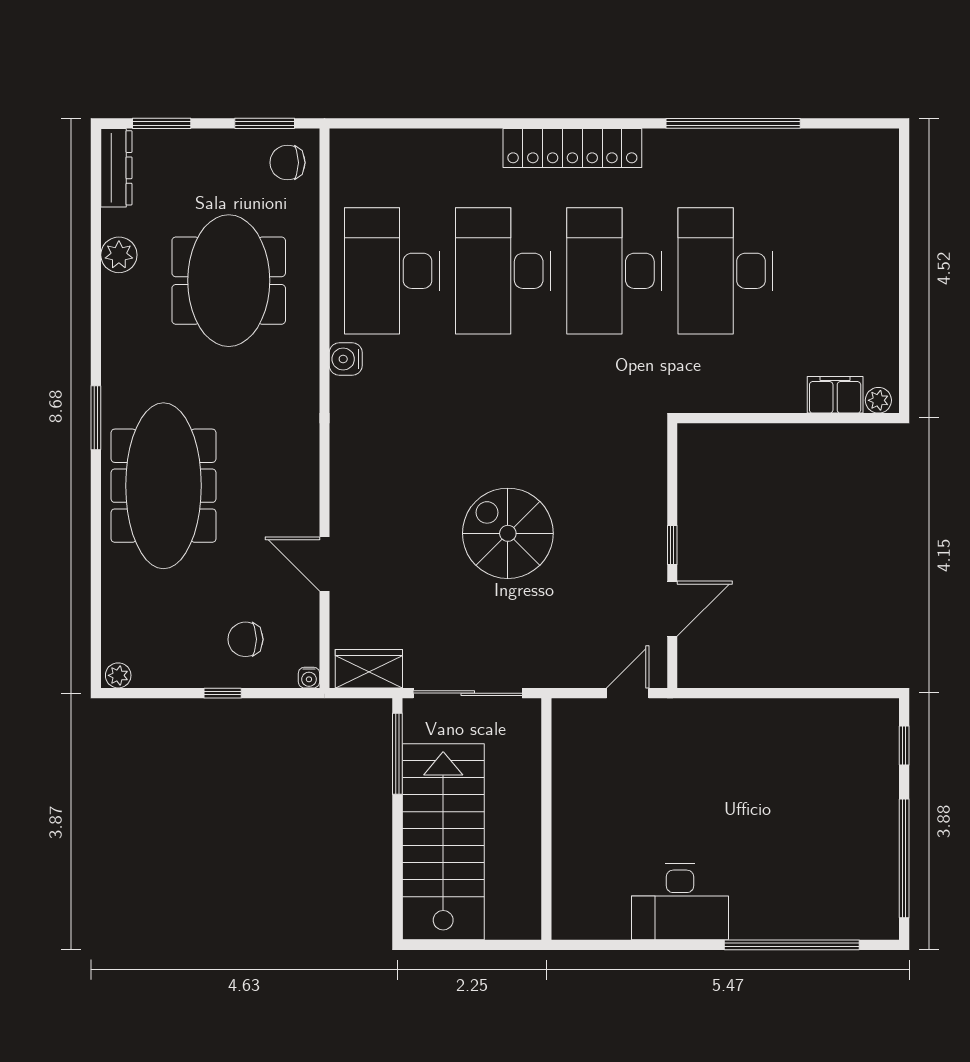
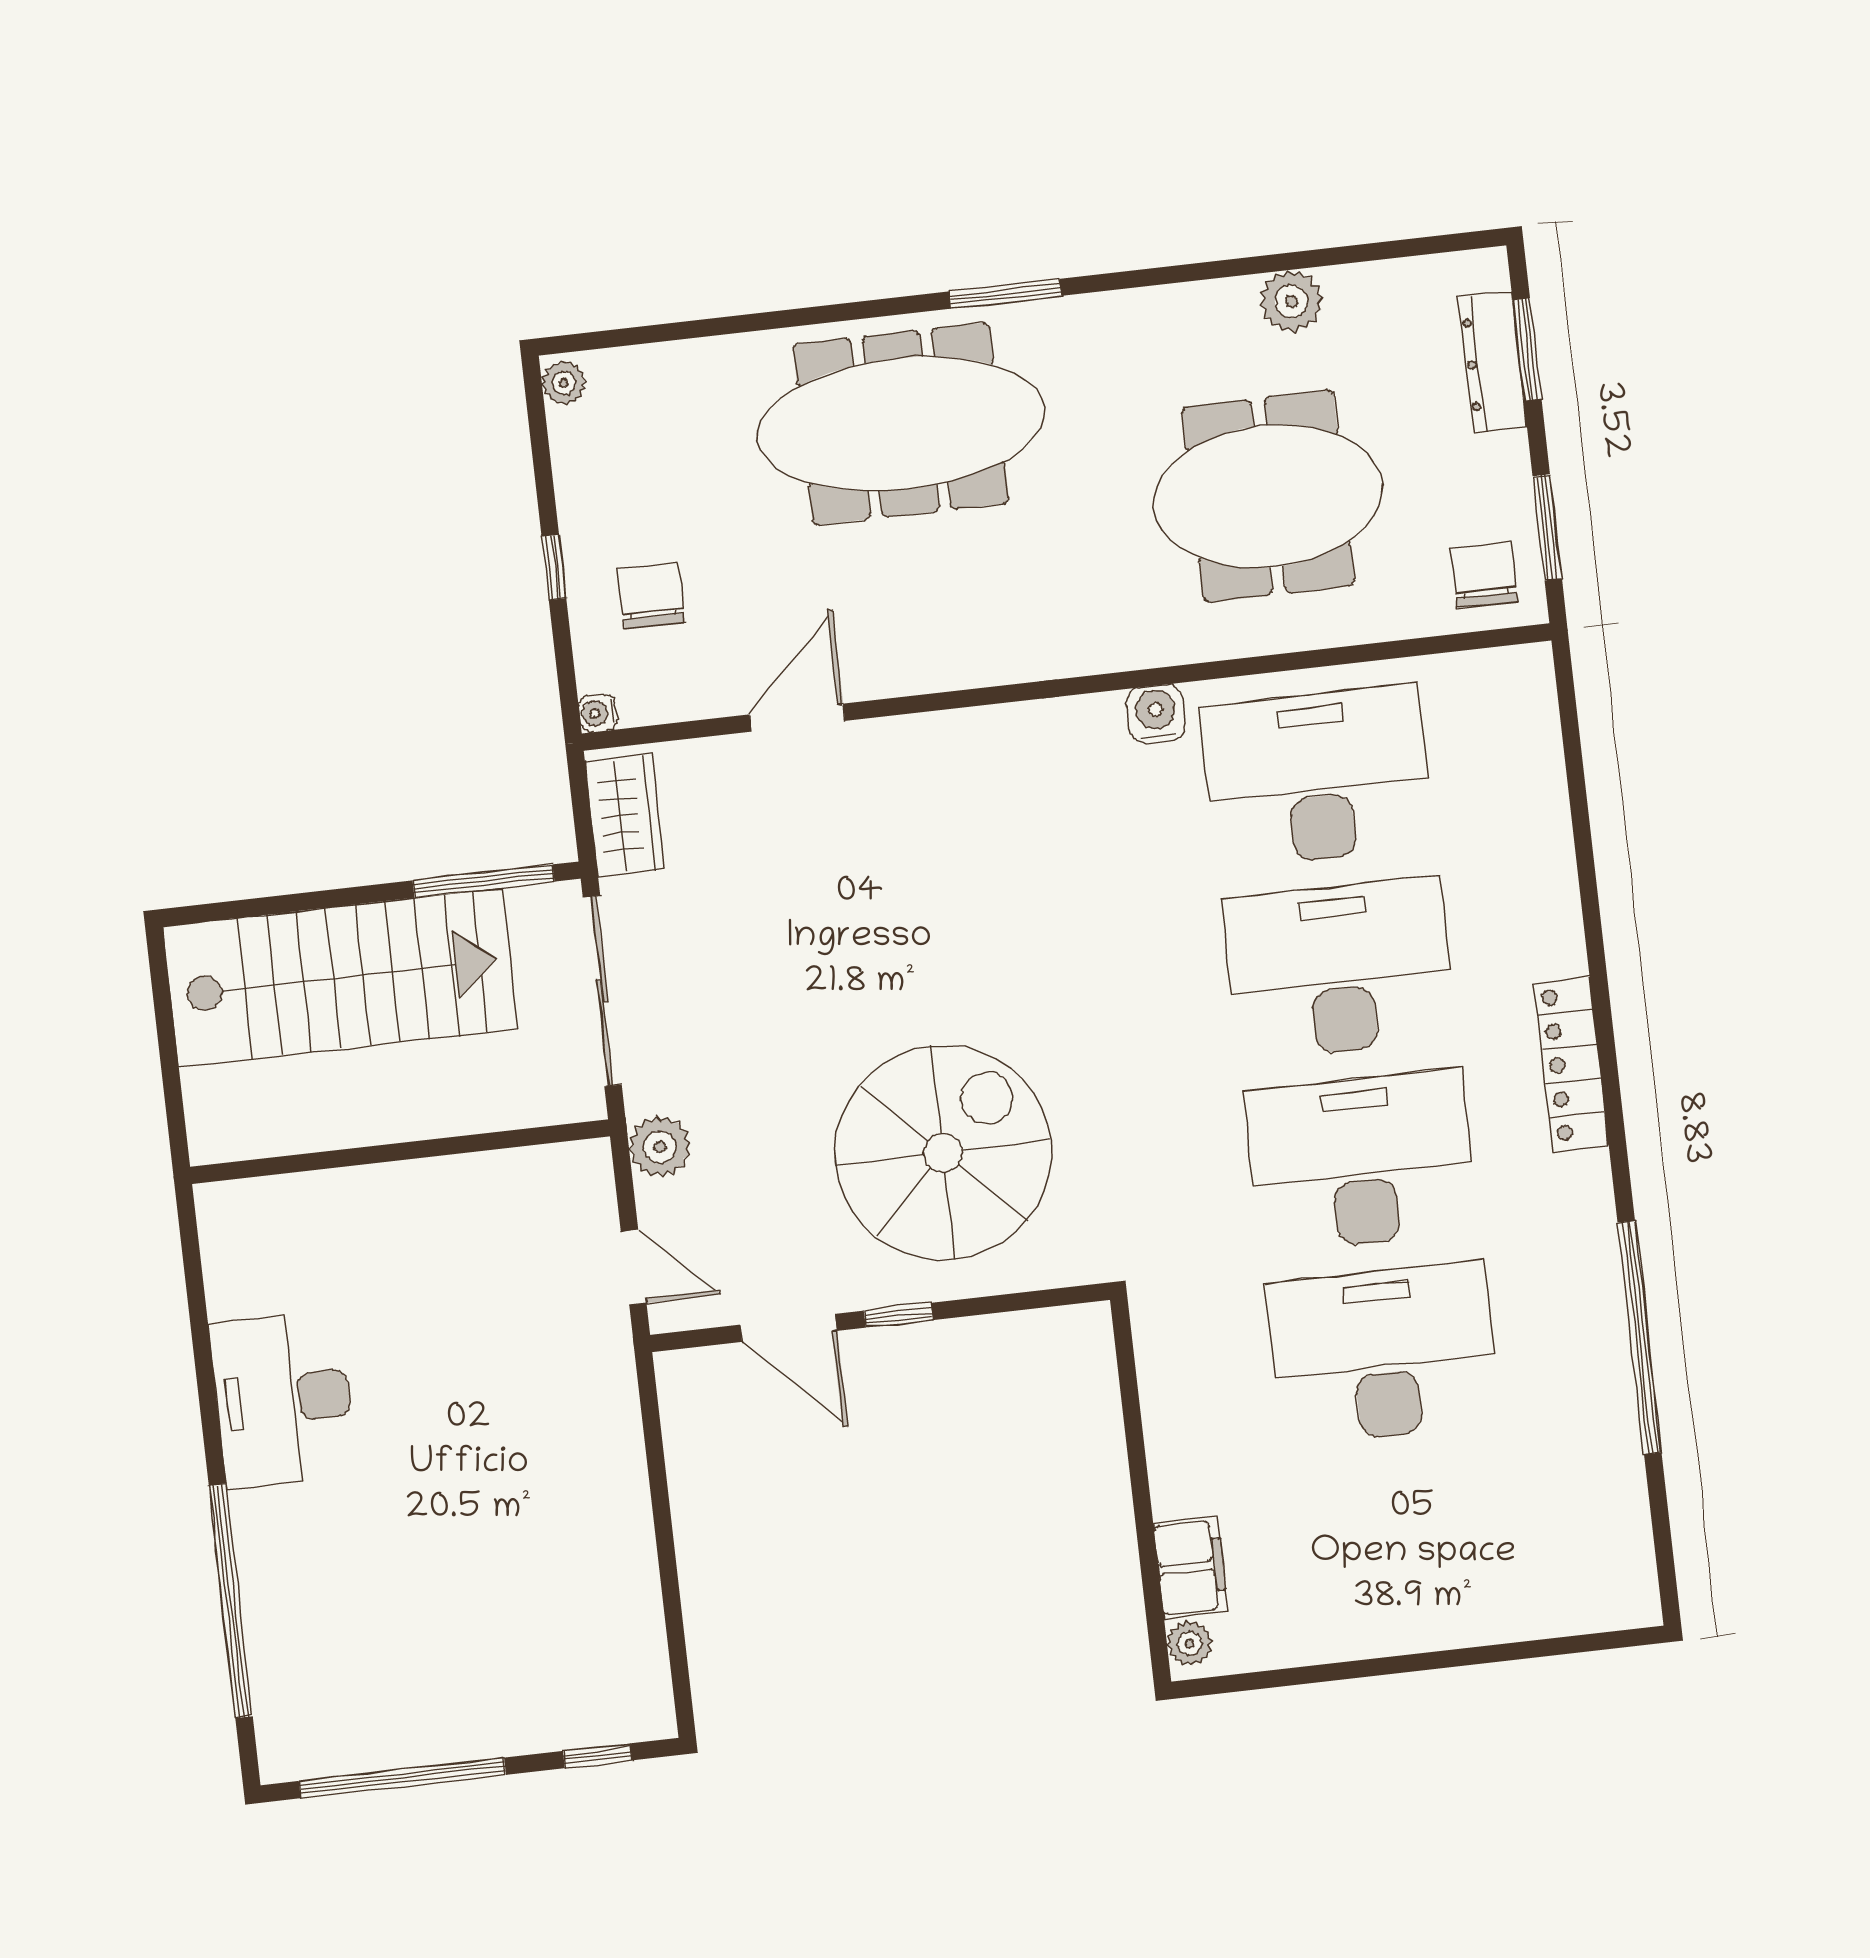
locker: (572, 148) -> (1571, 1064), width x0.71, depth x0.83
dresser: (116, 168) -> (1493, 363), moved, turned 90
spiral stairs: (508, 533) -> (943, 1153), moved, width x1.37, depth x1.37
plant: (561, 670) -> (660, 1147), added

